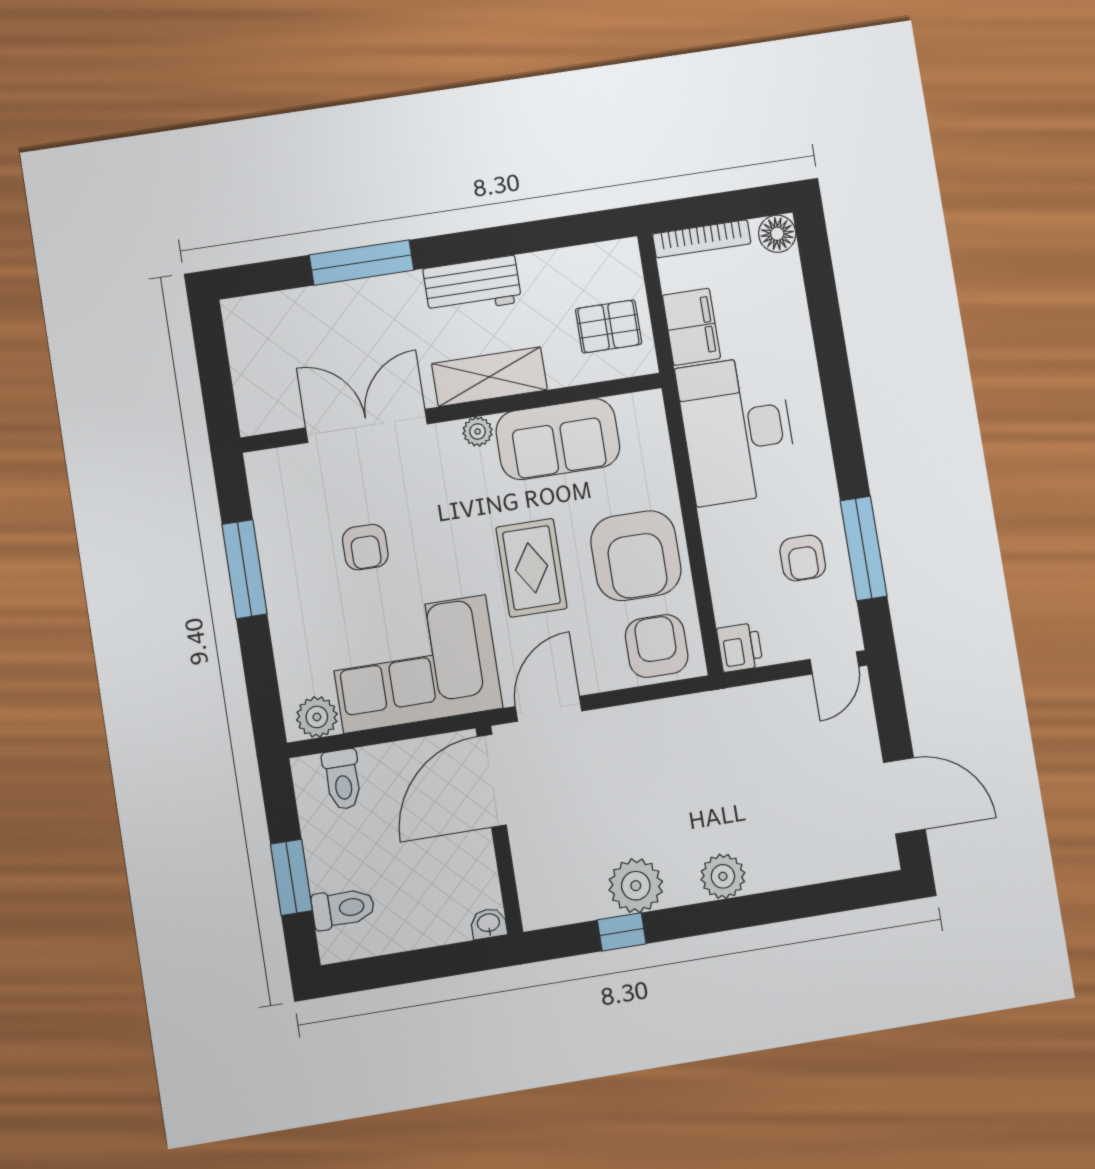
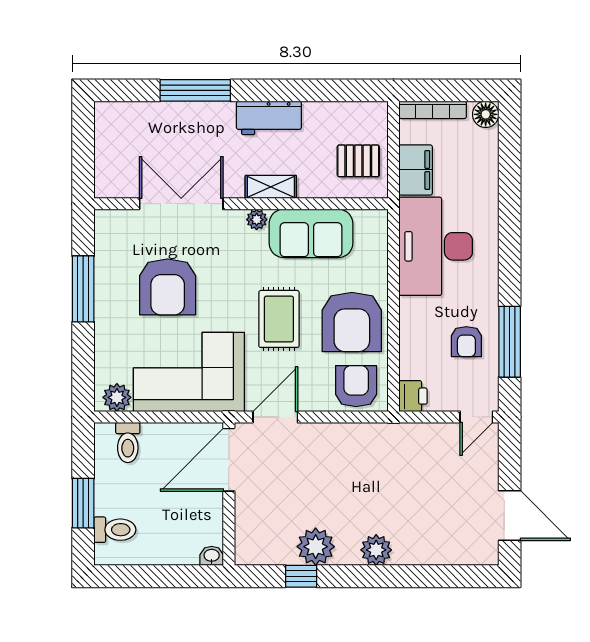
shelving: (489, 377) -> (271, 187), width x0.67, depth x0.75
armchair: (365, 547) -> (168, 287), width x1.88, depth x1.88

